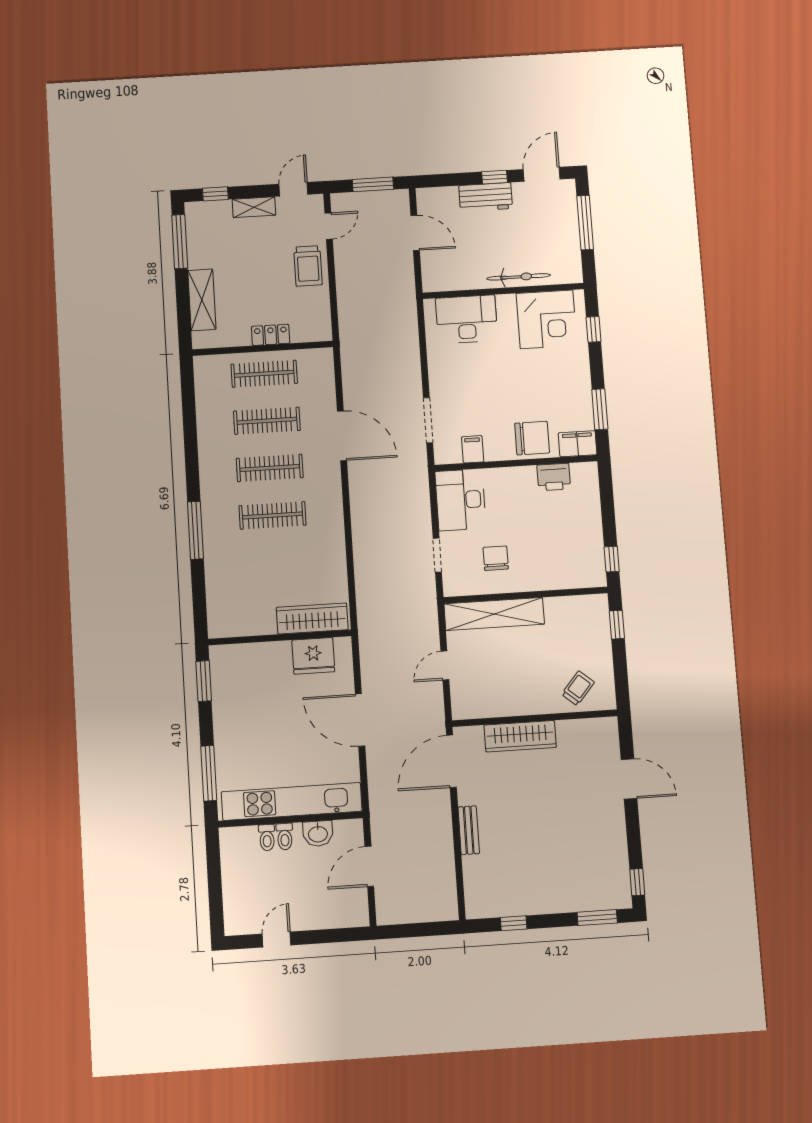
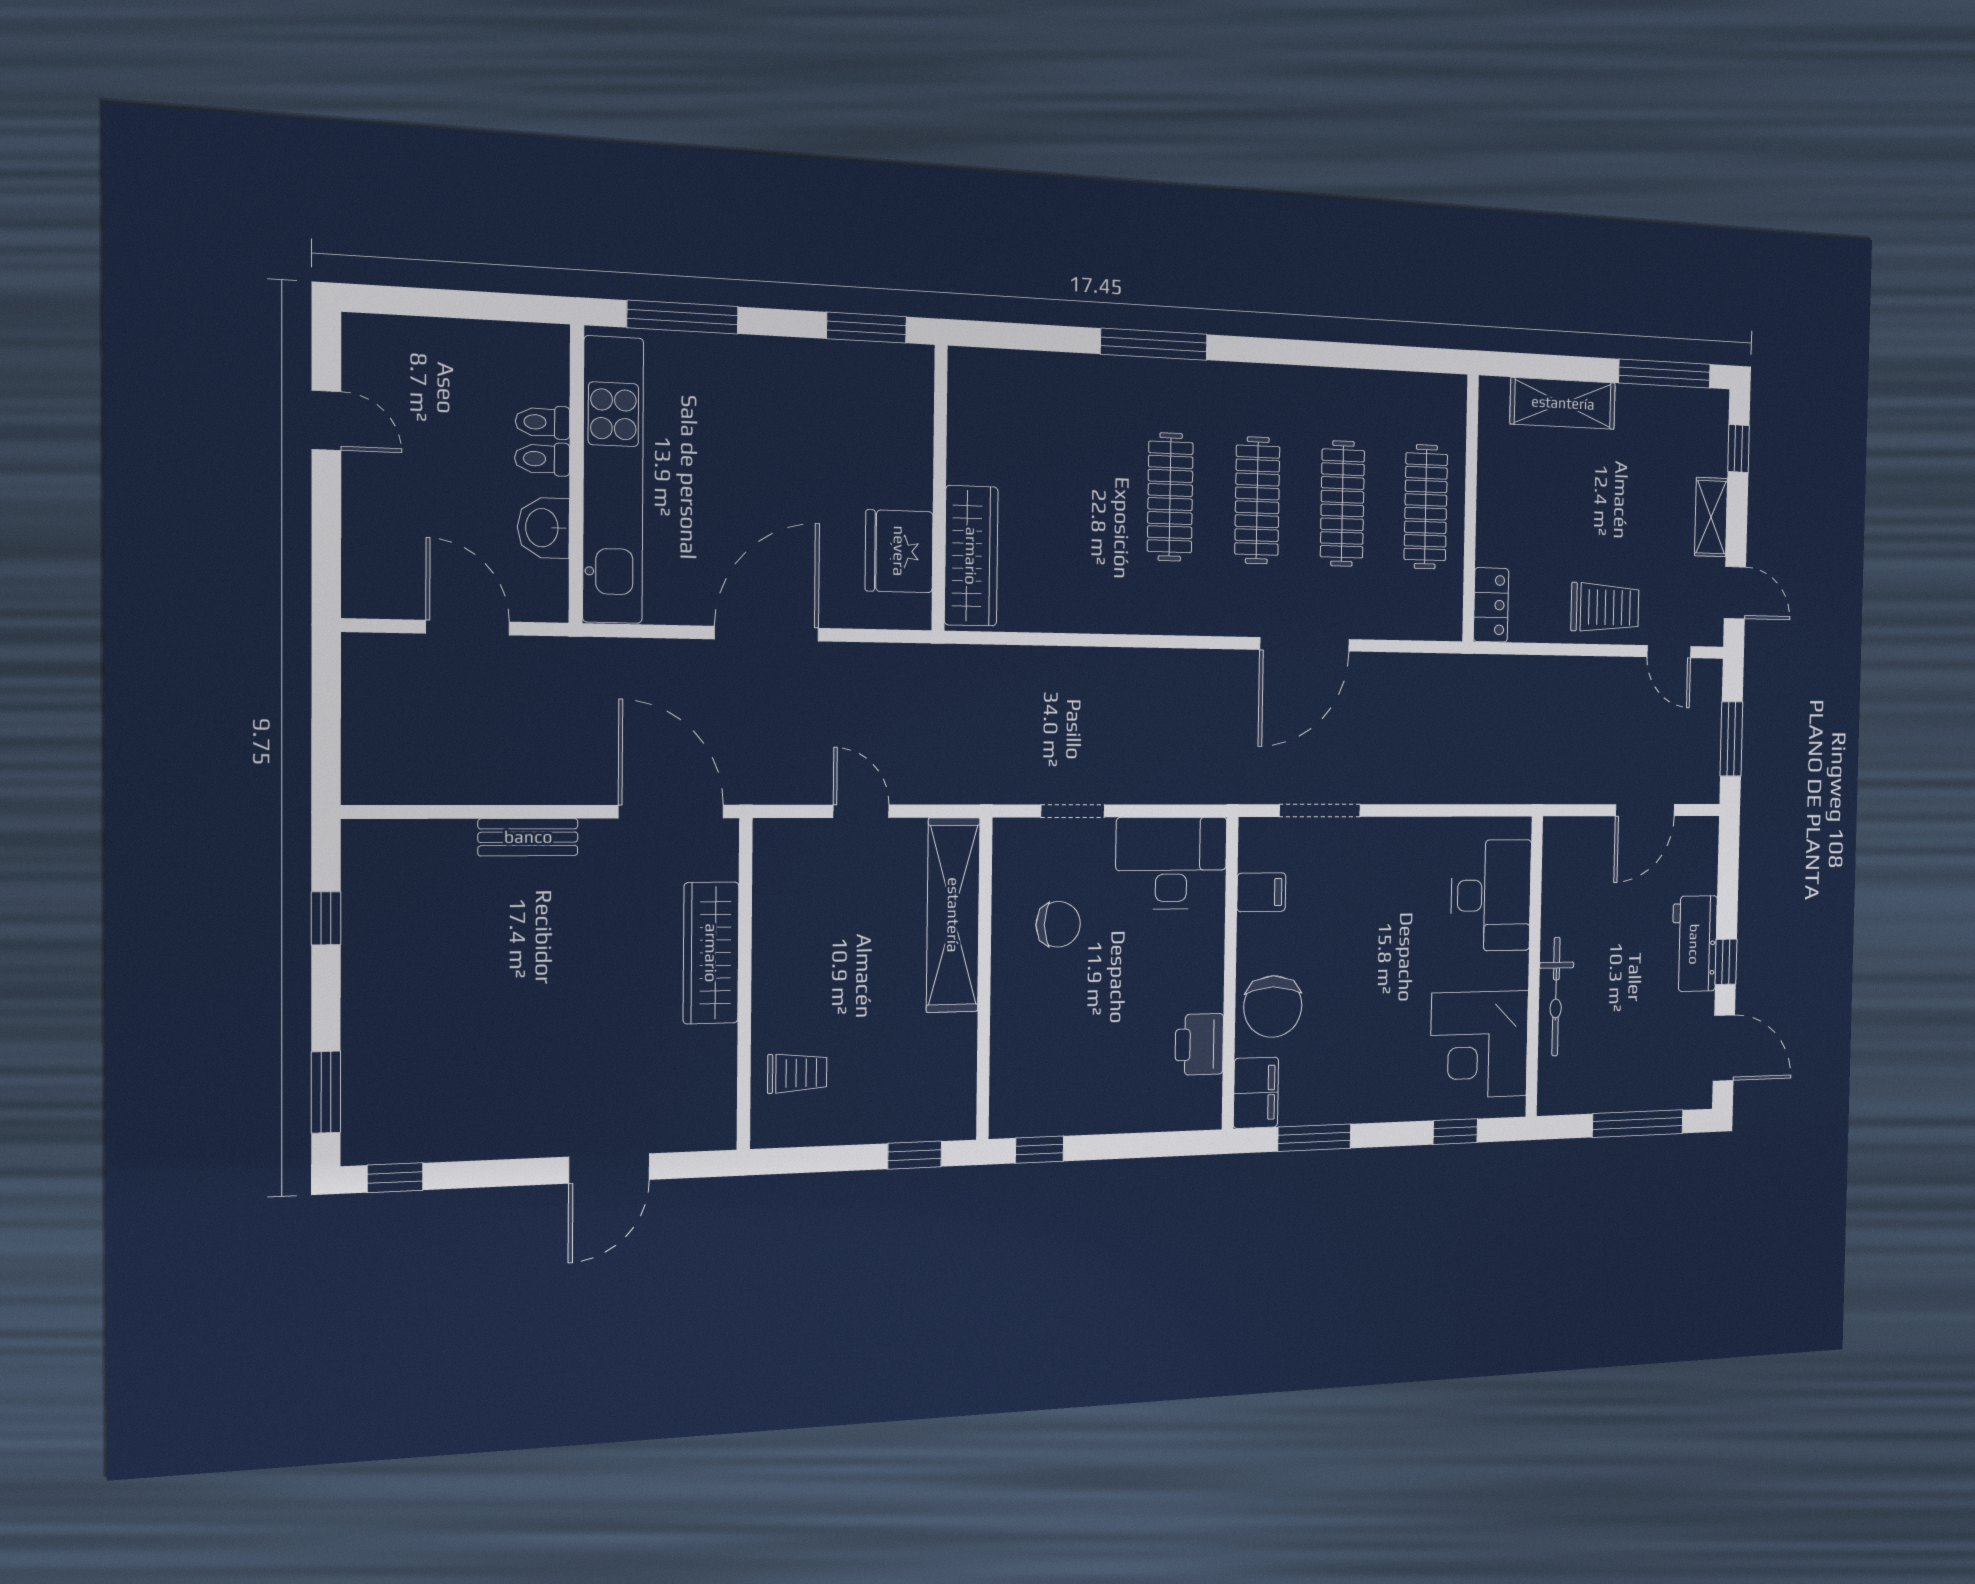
trolley: (308, 266) -> (1605, 607), turned 180
locker: (271, 335) -> (1491, 605), moved
trolley: (578, 688) -> (797, 1073), turned -40

